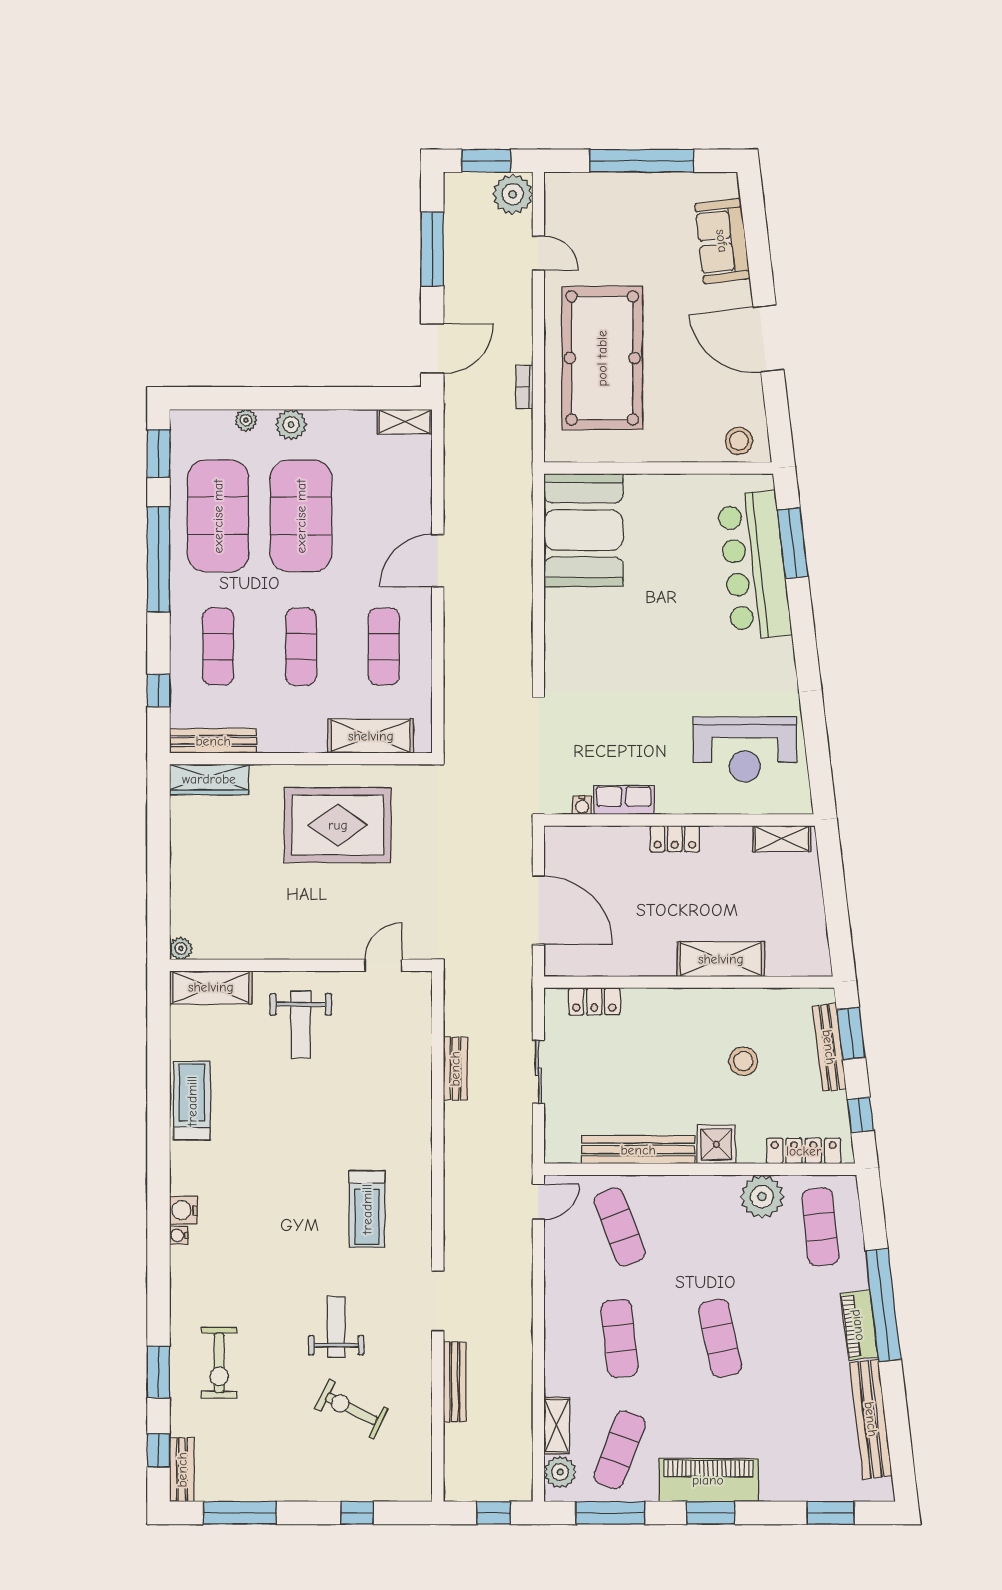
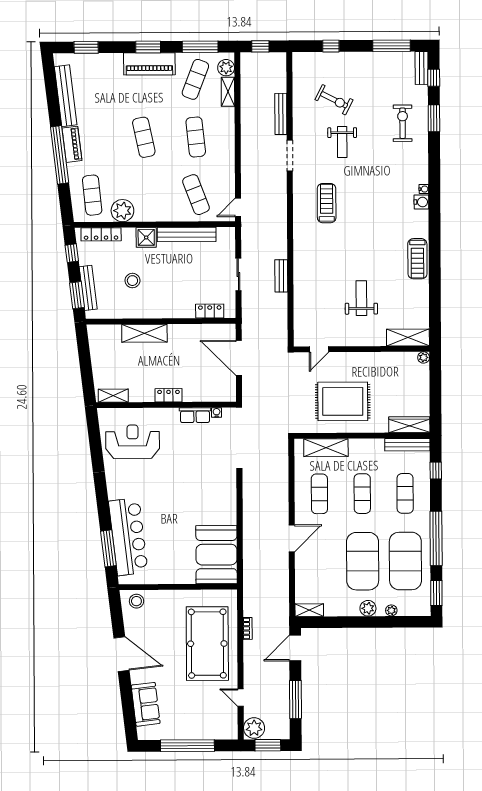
plant: (181, 948) -> (424, 357), moved
wall: (301, 965) -> (361, 349), moved
door: (383, 965) -> (319, 349), moved
shelving: (211, 987) -> (408, 337), moved

